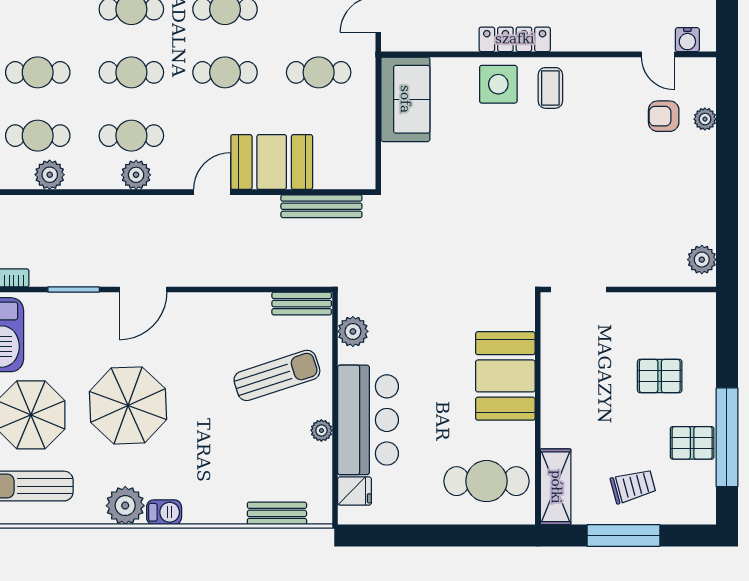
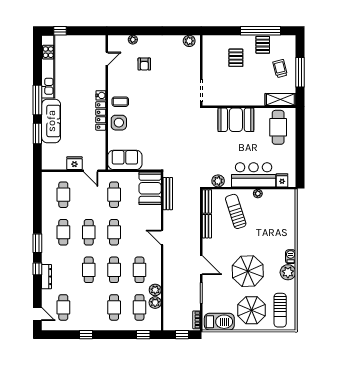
water cooler: (687, 40) -> (101, 95), moved
armchair: (664, 116) -> (144, 64), moved
booth: (272, 162) -> (150, 188), moved
plant: (136, 175) -> (155, 290), moved
bench: (277, 513) -> (207, 226), moved

